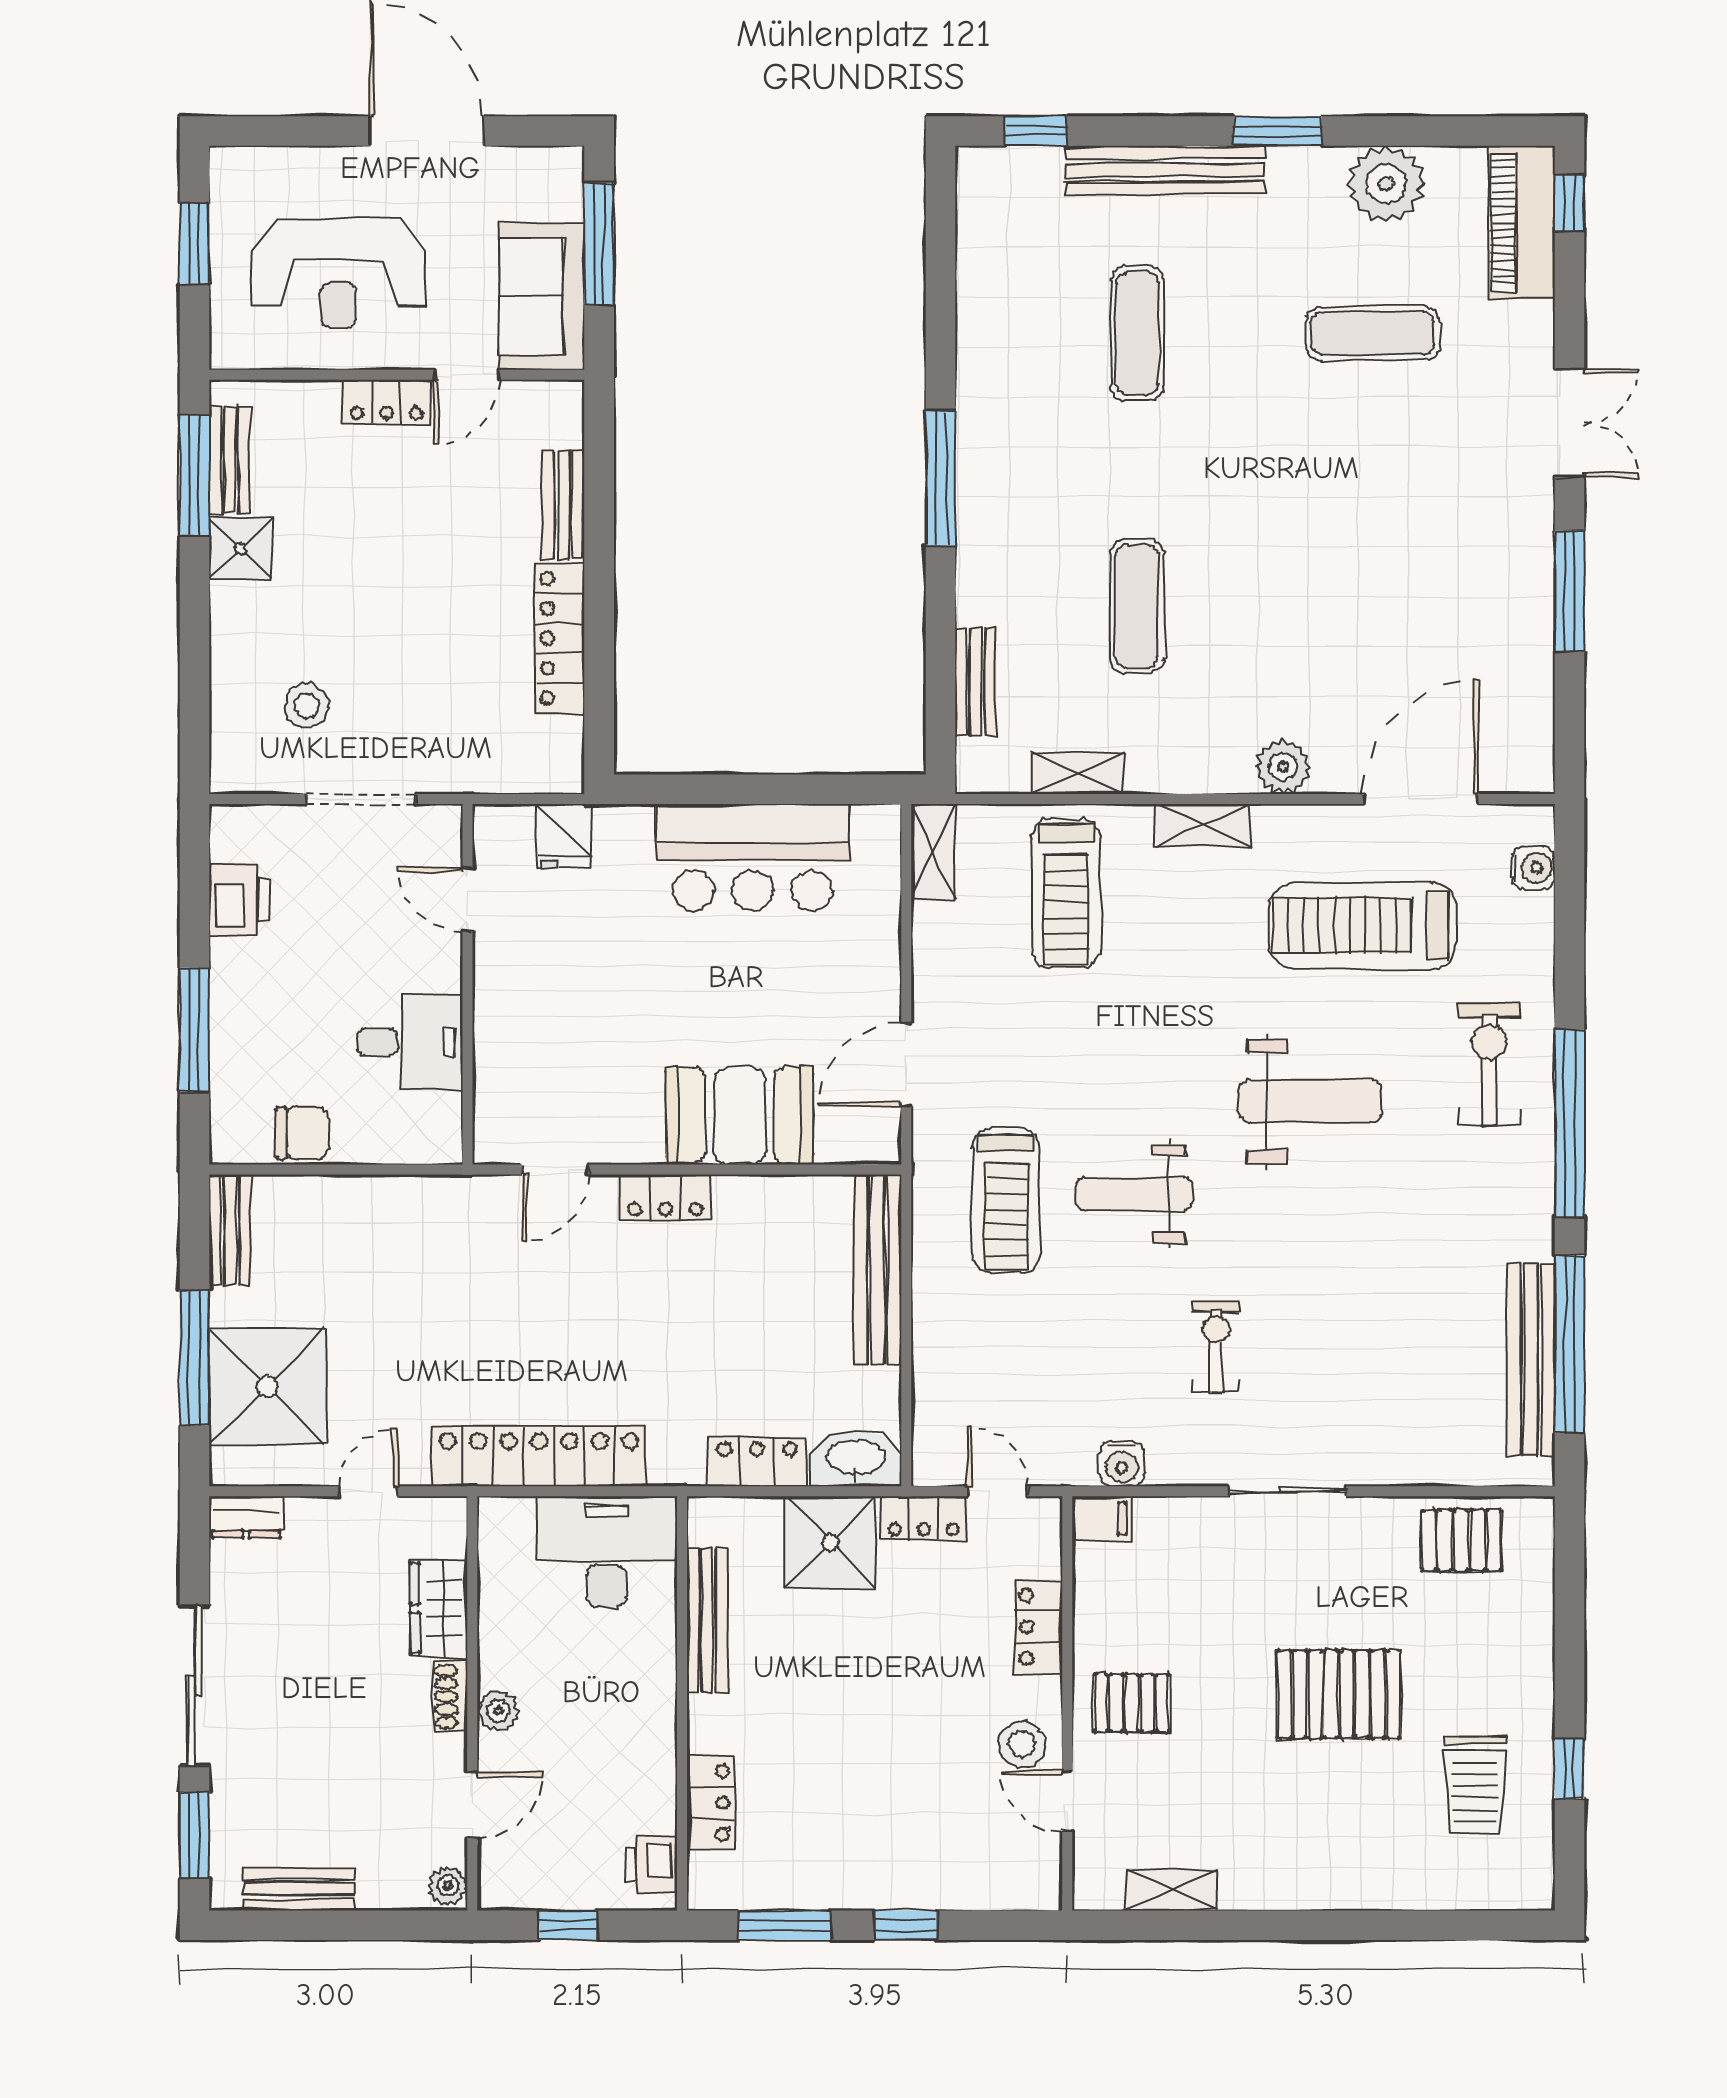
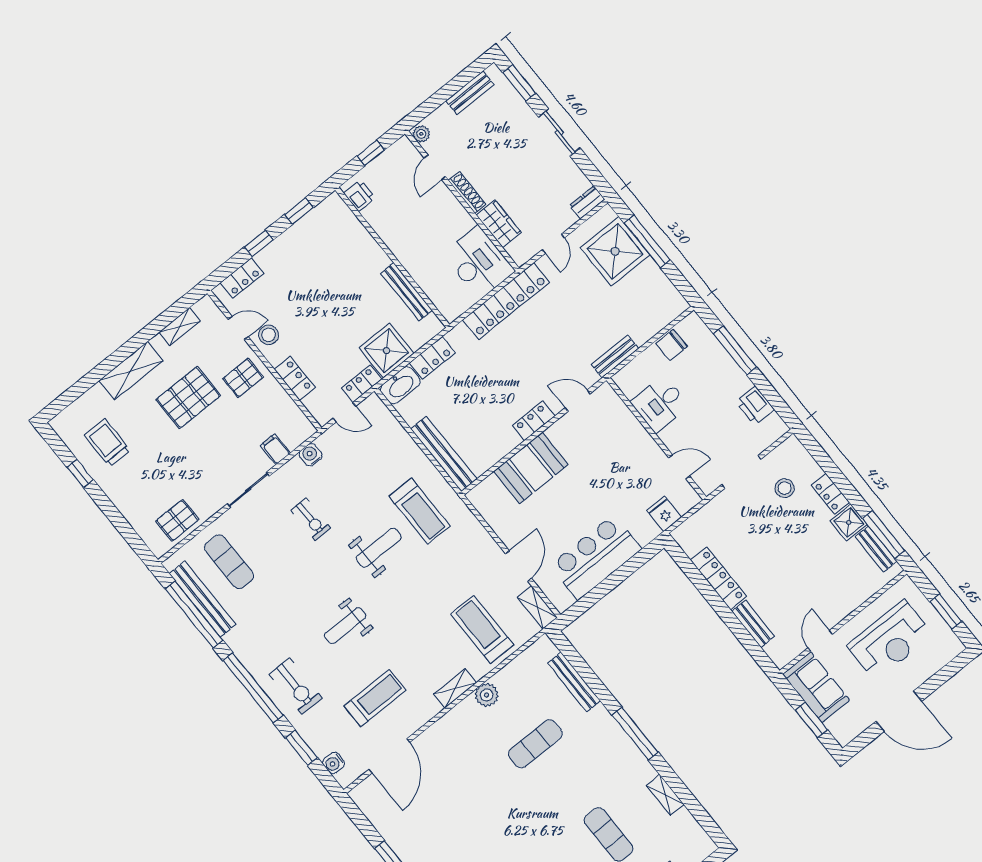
window: (599, 244) -> (811, 720), width x0.69
reception desk: (338, 273) -> (890, 640), turned 180
locker: (387, 402) -> (830, 494), moved, turned -90
exercise mat: (1137, 606) -> (535, 744), turned 90
bench: (976, 682) -> (574, 682), width x1.36
plant: (1283, 767) -> (487, 695), moved
shelving: (1077, 773) -> (665, 795), moved, turned 90
treadmill: (1362, 926) -> (375, 698), width x0.73, depth x0.73
window: (1569, 943) -> (301, 748), added
door: (906, 1065) -> (518, 566), moved
weight bench: (1310, 1101) -> (345, 626), width x0.73, depth x0.75
door: (555, 1170) -> (578, 401), hinge flipped
treadmill: (1006, 1201) -> (419, 511), turned 180
bench: (230, 1229) -> (615, 356), moved, turned 90
exercise mat: (1428, 1389) -> (229, 562), added
filing cabinet: (1102, 1518) -> (275, 449), moved, turned 90
desk: (606, 1552) -> (479, 263), moved, turned -90
sliding door: (194, 1685) -> (559, 133), width x0.73
pallet: (1339, 1694) -> (188, 398), moved
shoe rack: (450, 1697) -> (467, 192), width x1.43
plant: (498, 1711) -> (452, 206), removed
locker: (711, 1803) -> (242, 278), moved, turned -90
shelving: (1326, 1881) -> (131, 371), added
window: (784, 1925) -> (299, 211), width x0.67

